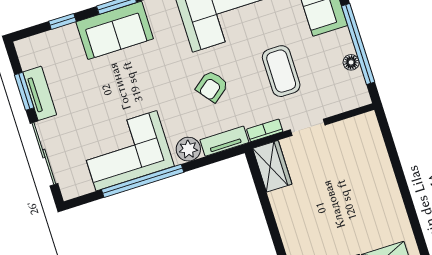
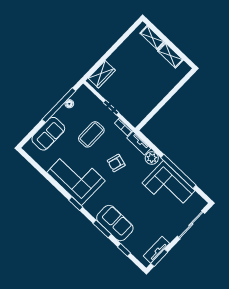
armchair: (212, 86) -> (116, 163), turned 144
window: (24, 91) -> (159, 258), moved
tv unit: (40, 93) -> (156, 250), moved
wardrobe: (272, 166) -> (102, 74), moved, turned 180

